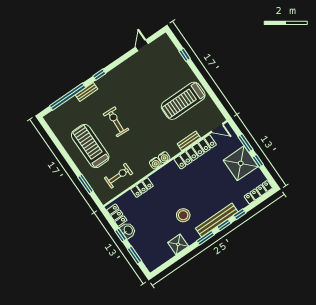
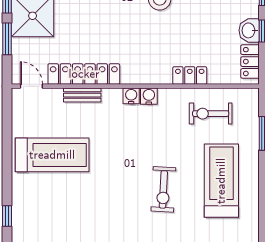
treadmill: (90, 146) -> (221, 181), turned 180

